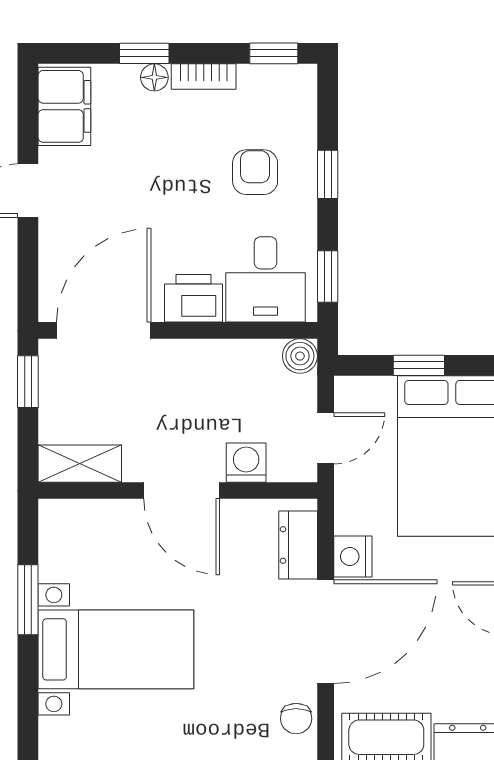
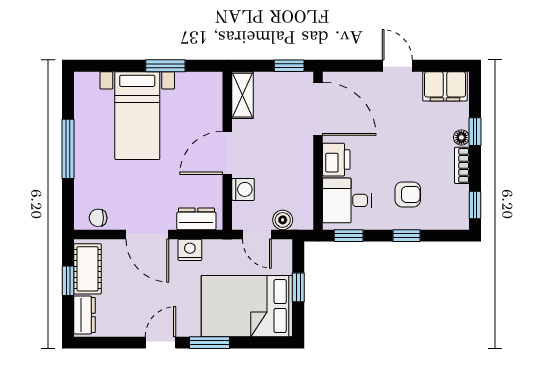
boiler: (300, 356) -> (283, 220), moved
door: (326, 632) -> (147, 234), width x0.73

